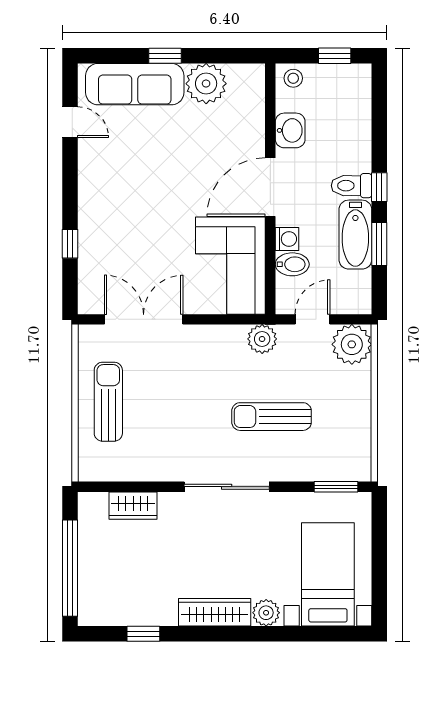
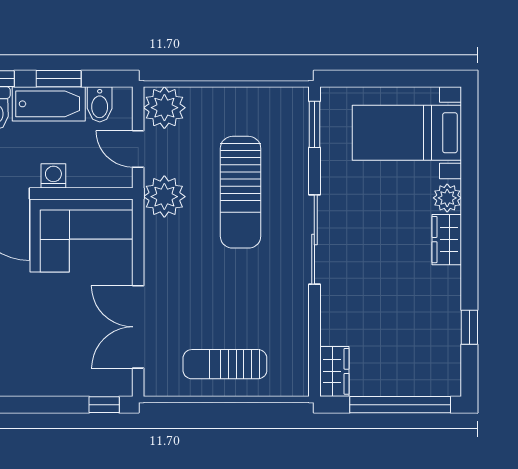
window: (70, 244) -> (104, 405), moved
bidet: (292, 264) -> (100, 104), moved, turned 180
plant: (262, 339) -> (164, 197), width x1.36, depth x1.36
sun lounger: (272, 417) -> (241, 192), width x1.36, depth x1.34
wardrobe: (133, 506) -> (334, 371), moved
wardrobe: (215, 612) -> (447, 240), width x0.67

